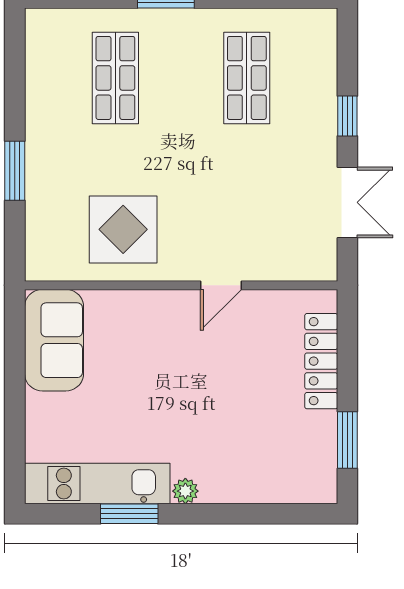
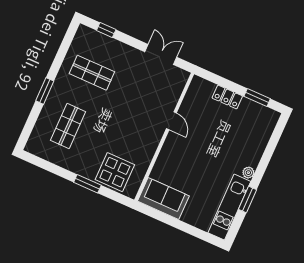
shop shelf: (115, 78) -> (68, 126), turned 90
window: (347, 116) -> (106, 30), moved
display table: (123, 229) -> (115, 172), moved
locker: (321, 361) -> (227, 97), width x0.66

